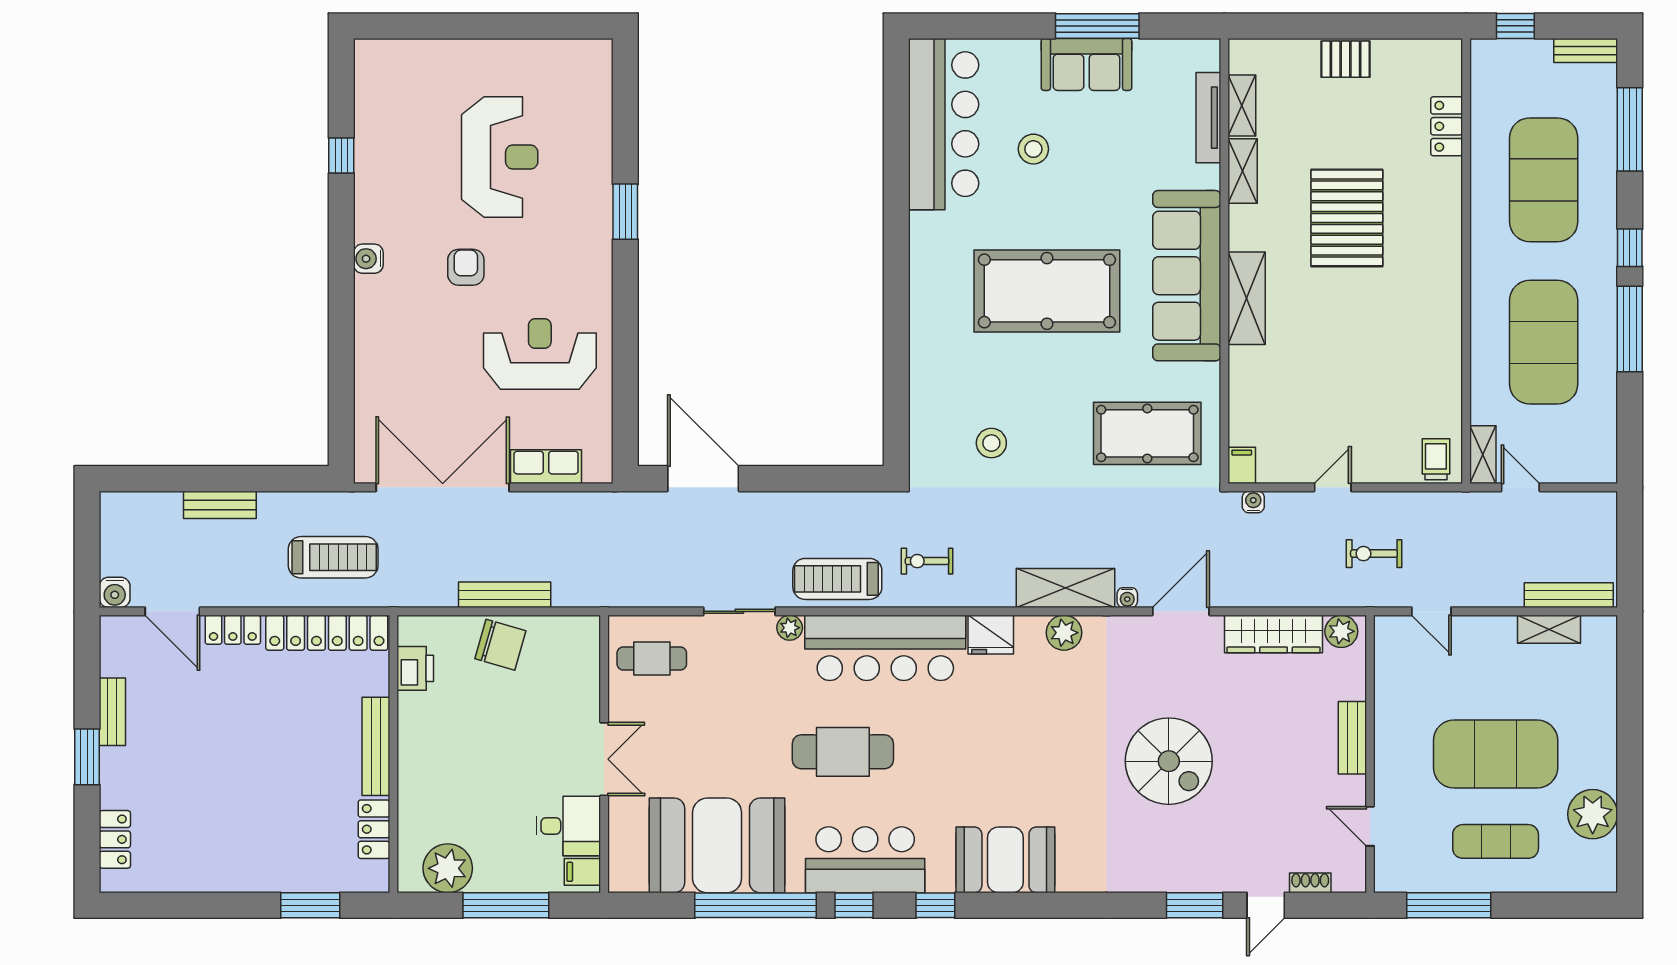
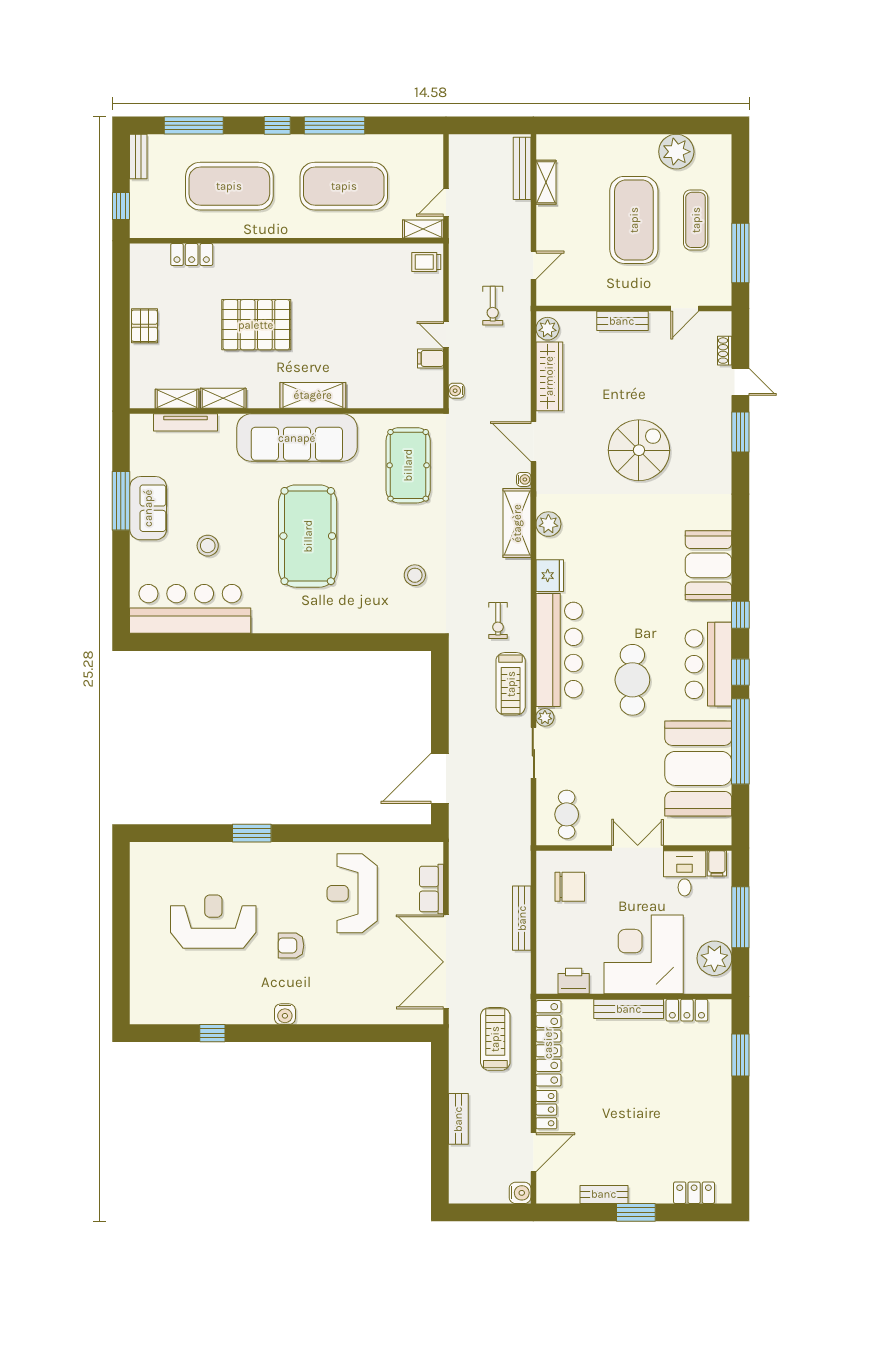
filing cabinet: (1242, 465) -> (431, 358), moved
chair: (500, 645) -> (570, 887), moved, turned 74
corner desk: (453, 768) -> (644, 954), added

